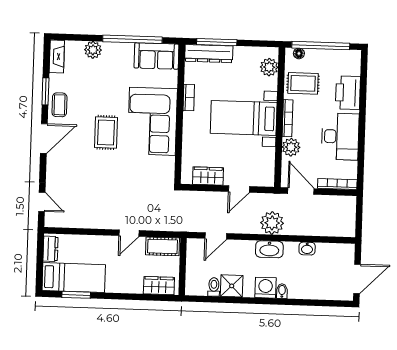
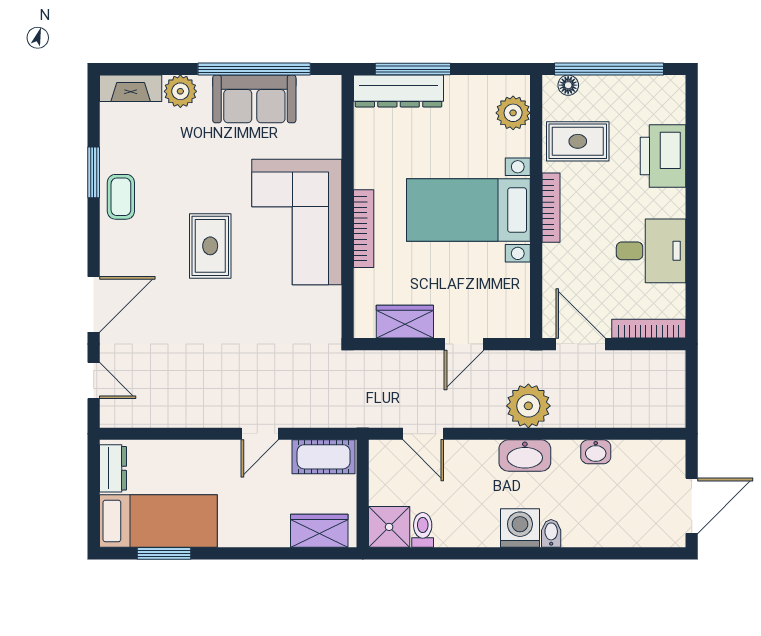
fireplace: (57, 56) -> (131, 88), moved, turned 90
sofa: (156, 56) -> (254, 99), moved
bookcase: (189, 97) -> (364, 229), moved, width x1.56
desk: (340, 136) -> (651, 251), width x0.73
door: (44, 139) -> (94, 304), moved
plant: (291, 147) -> (559, 262), removed
door: (216, 236) -> (423, 434), hinge flipped
shower: (232, 286) -> (389, 527), moved

